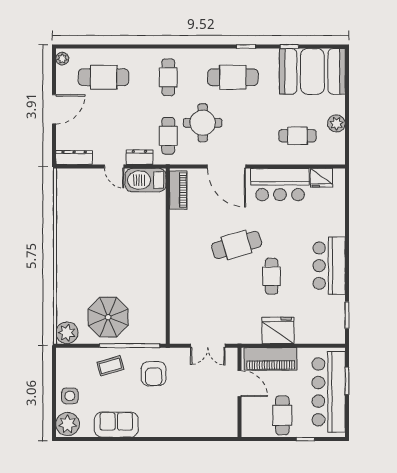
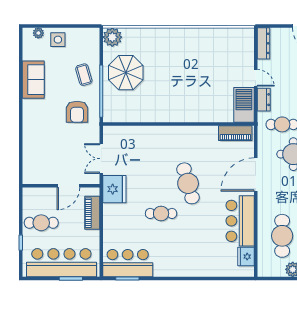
cafe table: (297, 136) -> (282, 236), width x1.37, depth x1.35
door: (114, 166) -> (256, 78), swing flipped
bar counter: (329, 266) -> (128, 263), moved
fridge: (278, 330) -> (114, 189), moved
piano: (271, 359) -> (92, 213), width x0.73, depth x0.75
armchair: (154, 374) -> (77, 112), turned -90
plant: (68, 424) -> (38, 33), width x0.53, depth x0.53

